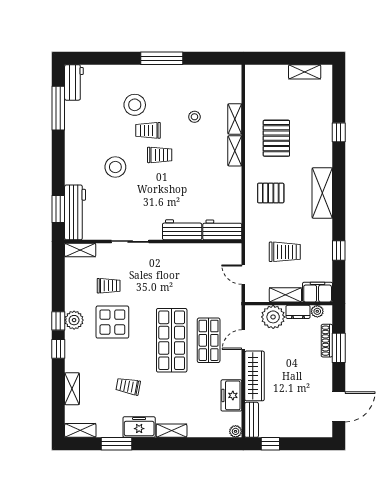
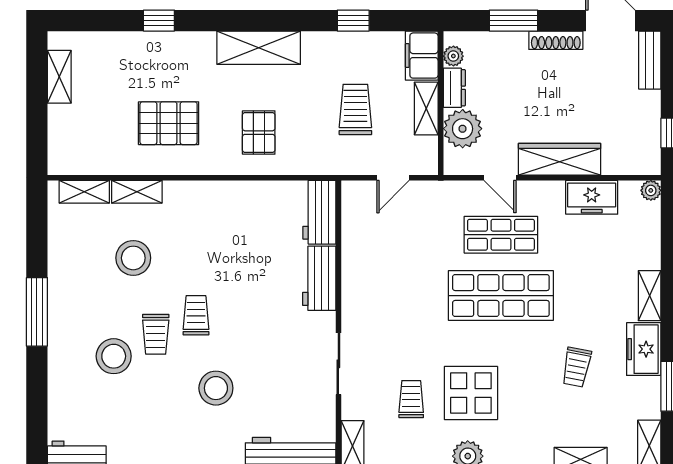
stool: (194, 117) -> (133, 258), width x1.89, depth x1.89
shelving: (235, 151) -> (84, 192), moved
shoe rack: (327, 341) -> (556, 40), moved
bench: (252, 420) -> (650, 60), moved, turned 90

